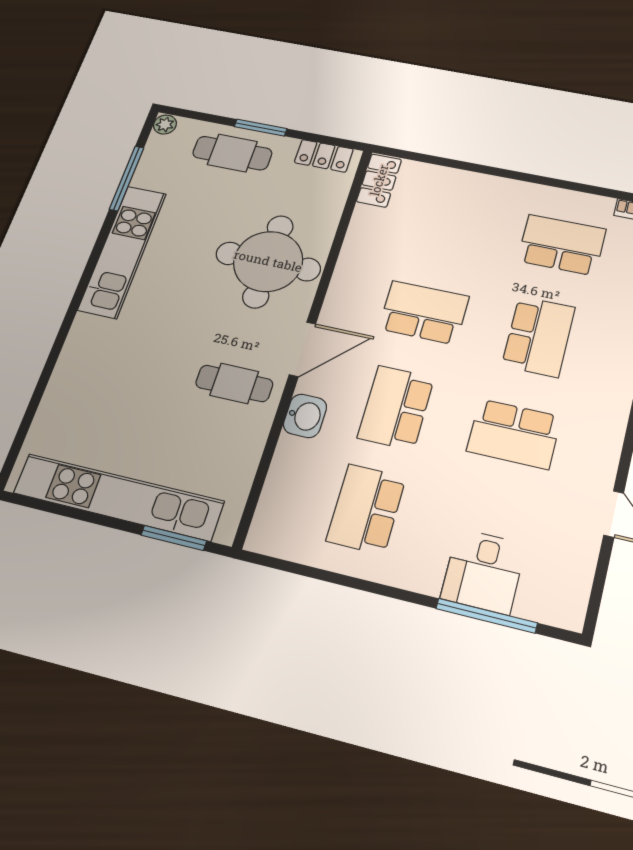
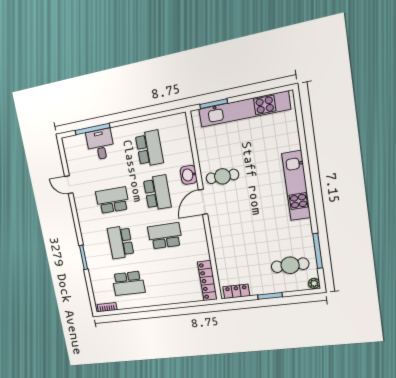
cafe table: (232, 153) -> (290, 265), moved
locker: (379, 180) -> (207, 281), width x1.53
kitchen unit: (122, 251) -> (296, 186), moved
round table: (268, 261) -> (235, 235), removed
school desk: (424, 312) -> (165, 236), turned 180

